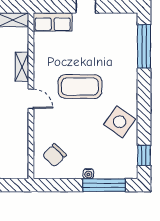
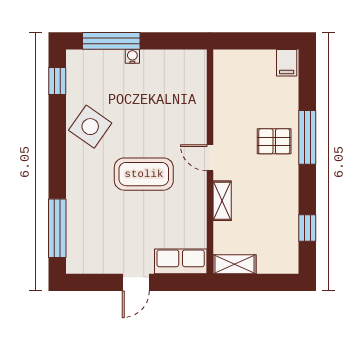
chair: (54, 155) -> (178, 81), removed

